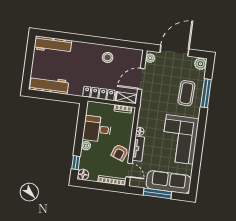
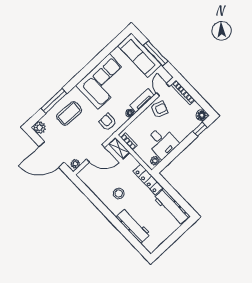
workbench: (53, 45) -> (133, 226), moved
stool: (108, 57) -> (119, 194), moved
locker: (99, 93) -> (148, 179), moved
armchair: (151, 111) -> (108, 122), added
plant: (86, 146) -> (155, 161), moved

